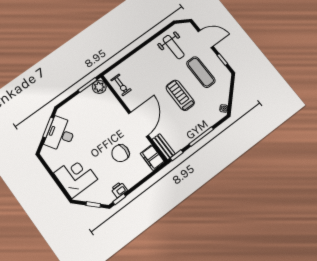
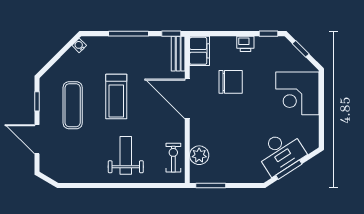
weight bench: (174, 47) -> (126, 155), moved
plant: (99, 87) -> (199, 155), moved
door: (138, 124) -> (187, 99), hinge flipped
printer: (119, 190) -> (245, 44), moved

